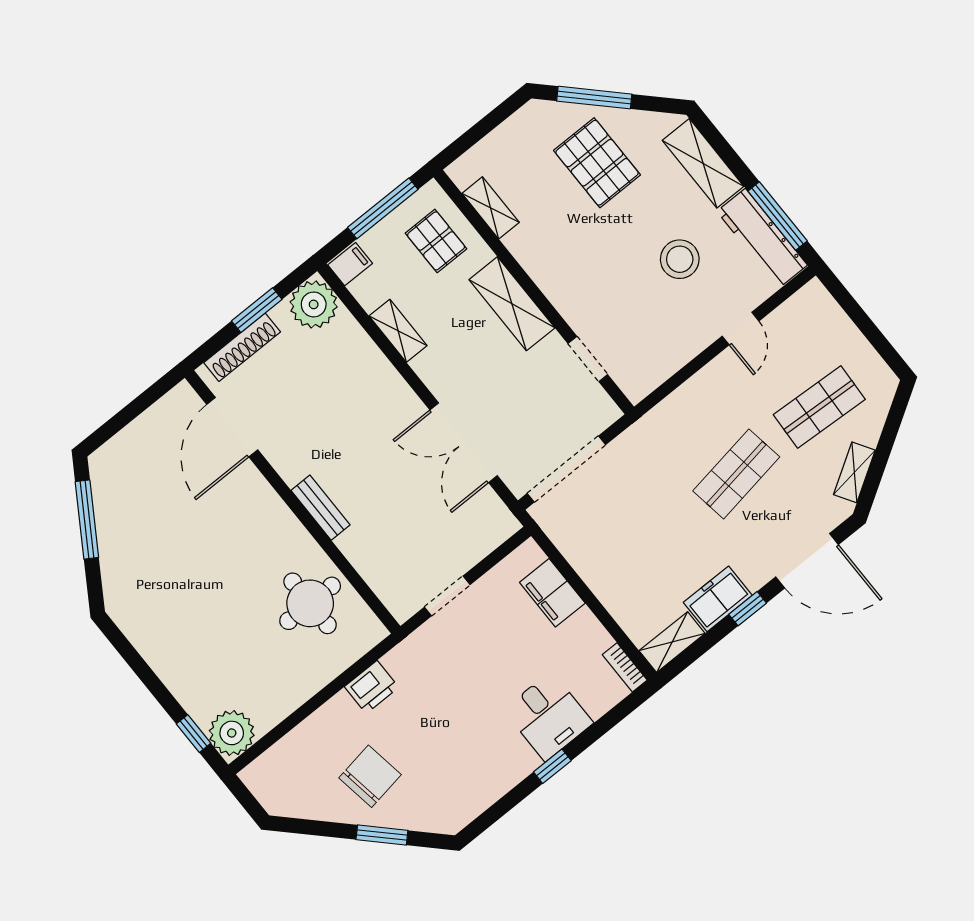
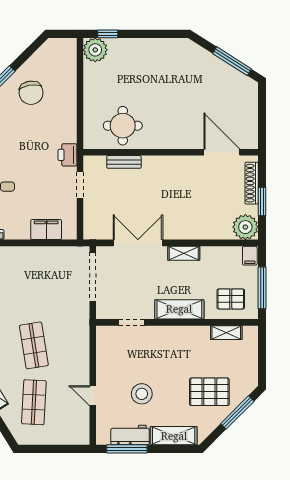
workbench: (762, 238) -> (130, 435), width x0.73
shelving: (398, 331) -> (184, 253), moved
bench: (321, 508) -> (124, 162), moved
printer: (372, 687) -> (67, 155), moved

